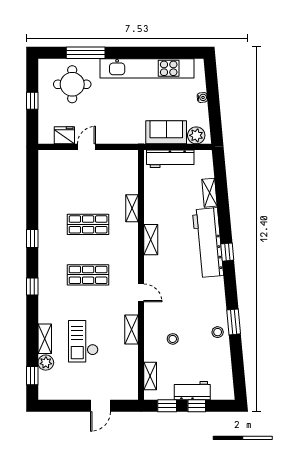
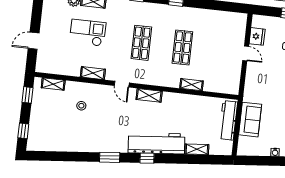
plant: (196, 135) -> (245, 144), removed
shelving: (151, 240) -> (149, 95), moved
door: (141, 293) -> (122, 84), hinge flipped
window: (234, 322) -> (110, 157), moved
stool: (218, 332) -> (83, 143), removed
workbench: (192, 391) -> (37, 117), removed
door: (100, 406) -> (34, 41), hinge flipped
window: (197, 406) -> (23, 131), moved

